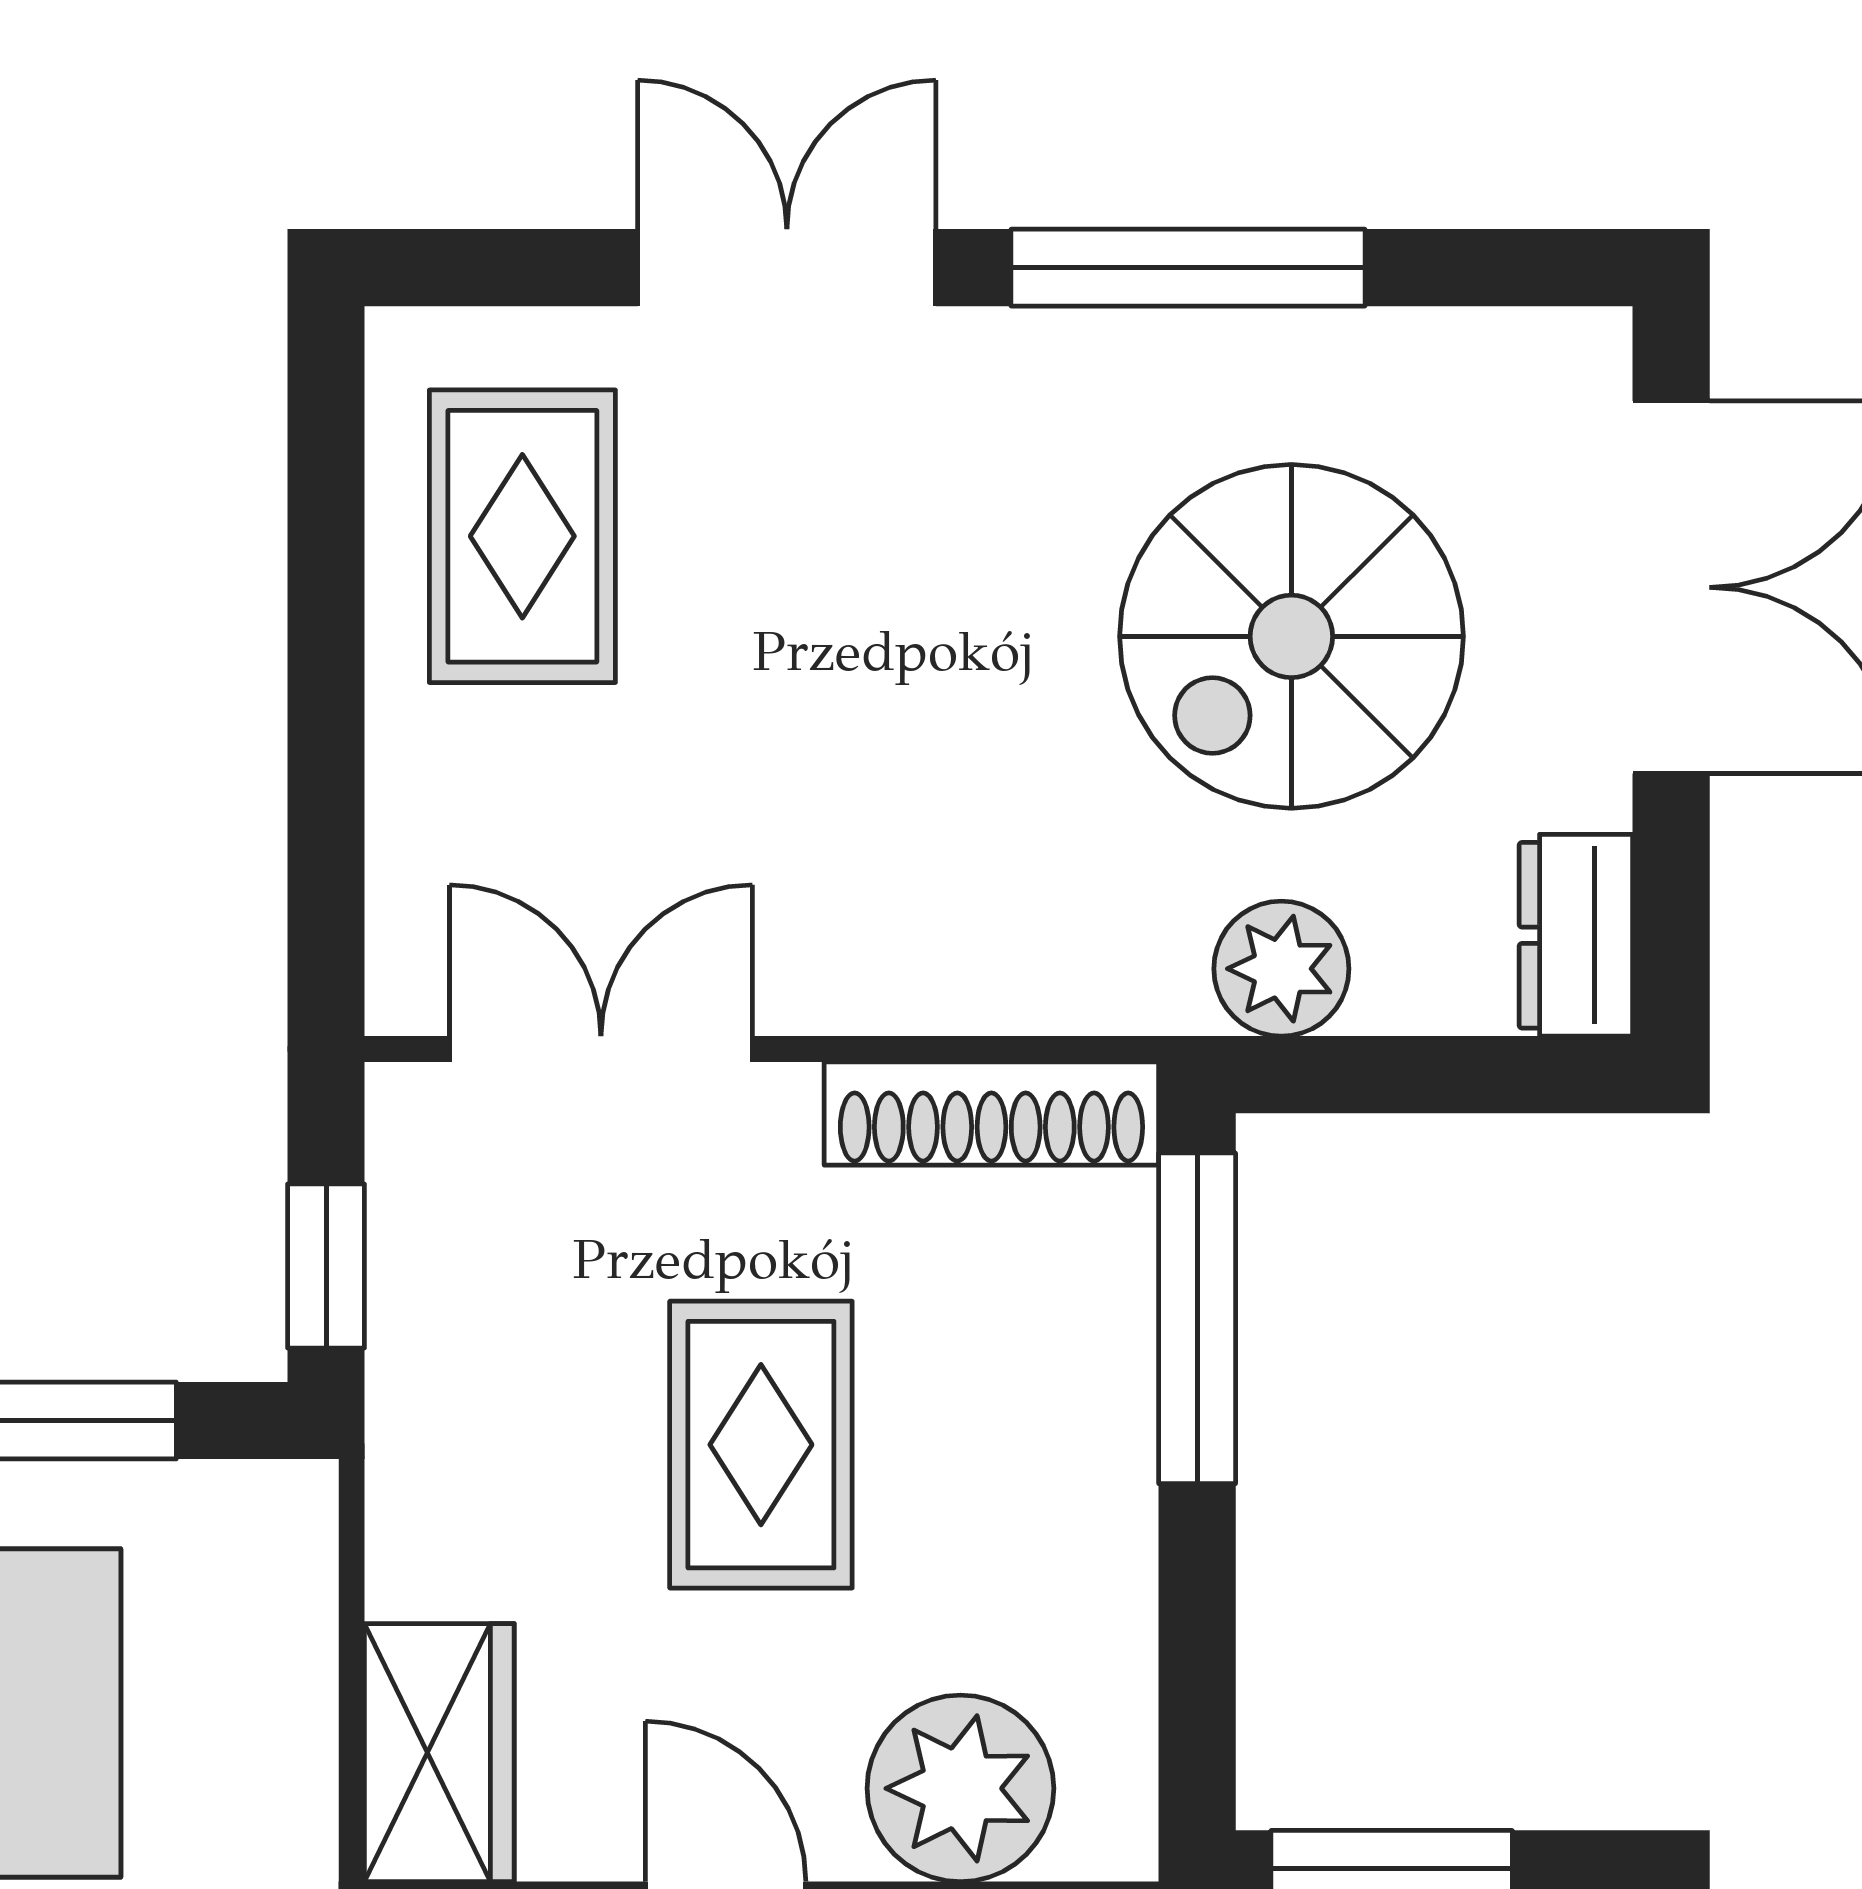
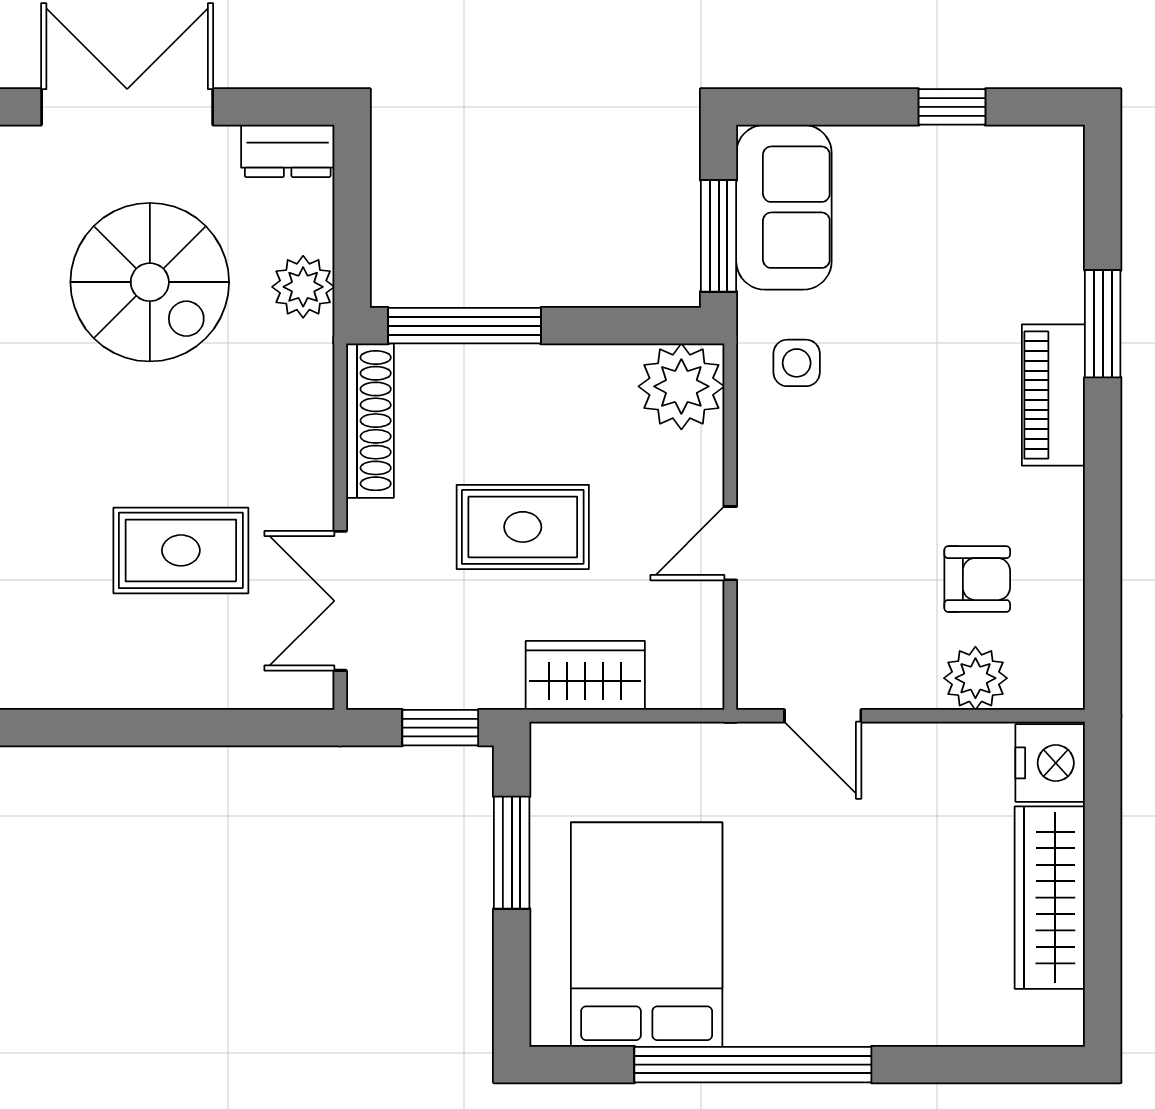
rug: (522, 536) -> (181, 550), moved
wardrobe: (439, 1753) -> (585, 675), moved
plant: (960, 1788) -> (681, 386), moved

